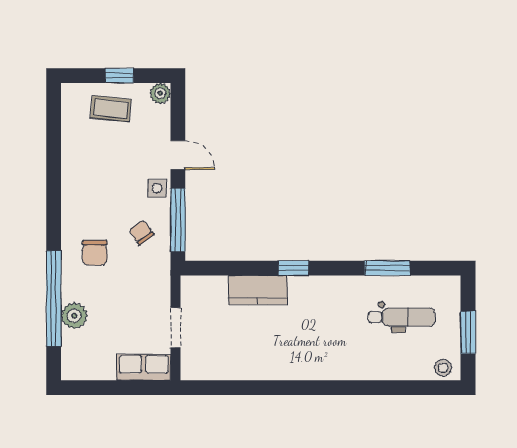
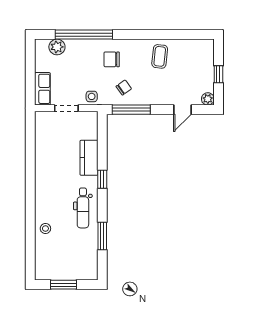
coffee table: (111, 109) -> (160, 56), moved
door: (178, 155) -> (182, 110), moved
side table: (157, 188) -> (92, 96), moved
plant: (74, 316) -> (57, 47), moved
dental chair: (402, 317) -> (83, 208), moved
stool: (443, 368) -> (45, 229), moved

